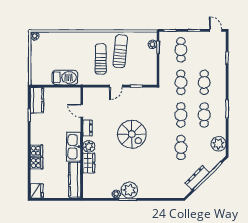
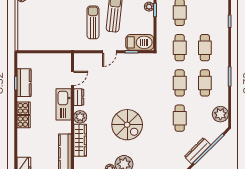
barbecue: (65, 77) -> (140, 42), moved
kitchen counter: (37, 100) -> (24, 83), moved
door: (82, 111) -> (73, 78), swing flipped
spiral stairs: (132, 134) -> (127, 125), moved
kitchen sink: (74, 147) -> (64, 104), moved
cooker: (37, 163) -> (24, 108), moved
wardrobe: (89, 163) -> (80, 140), width x1.50

